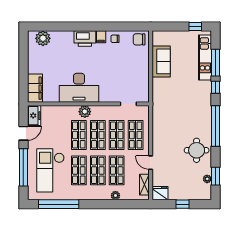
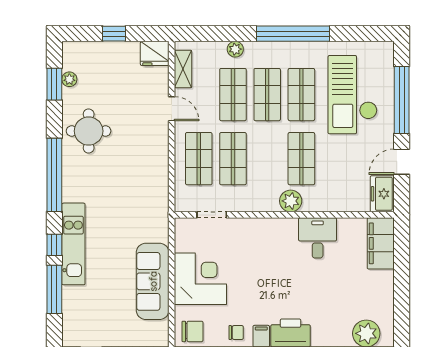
kitchen unit: (205, 57) -> (73, 244), moved
sofa: (161, 61) -> (153, 281), width x1.36
corner desk: (135, 69) -> (200, 279), added
desk: (79, 88) -> (318, 238), width x0.53, depth x0.77
shop shelf: (98, 135) -> (267, 159), removed
checkout: (51, 170) -> (353, 95), turned 180
window: (59, 204) -> (293, 34), moved

